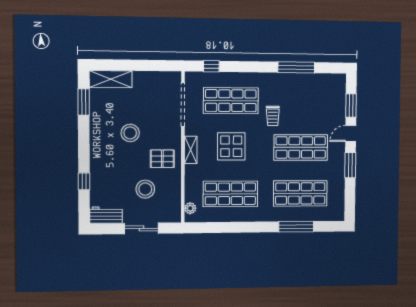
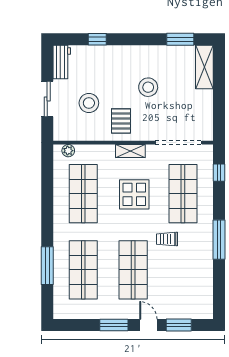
window: (296, 67) -> (219, 240), moved

